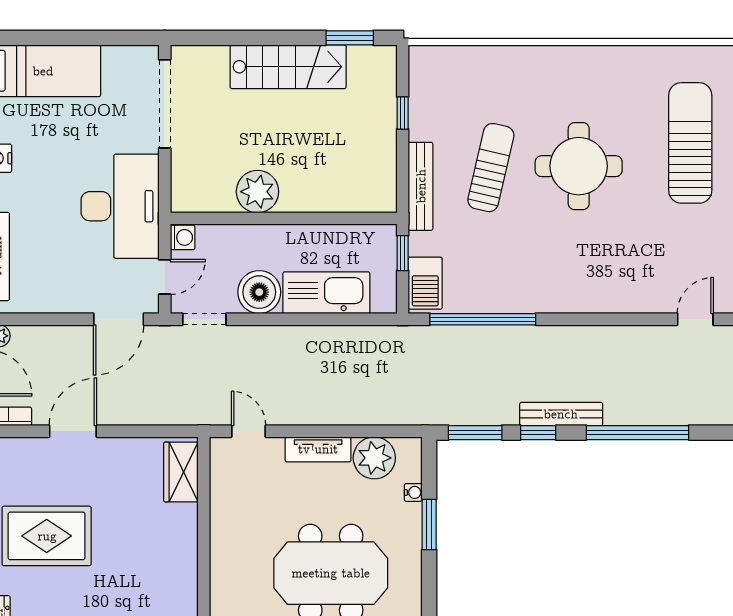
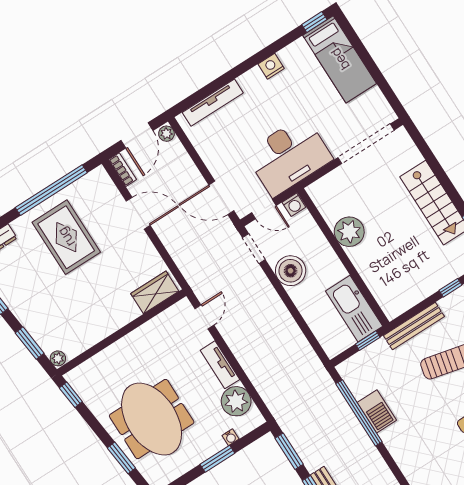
barbecue: (425, 283) -> (377, 411), moved, turned -90
kitchen sink: (326, 293) -> (354, 309), moved, turned 180

